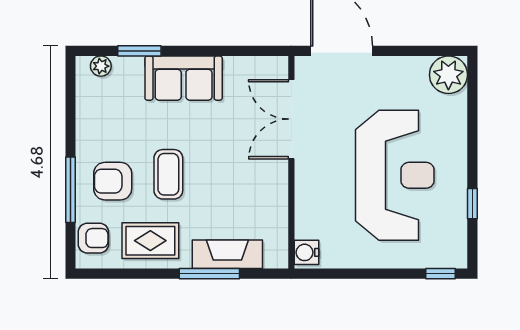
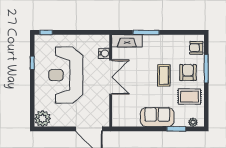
double door: (291, 119) -> (111, 77), moved
armchair: (113, 181) -> (188, 72), turned -90
rug: (150, 241) -> (189, 97), moved
water cooler: (306, 252) -> (104, 53), moved
fireplace: (227, 254) -> (127, 41), moved

